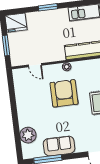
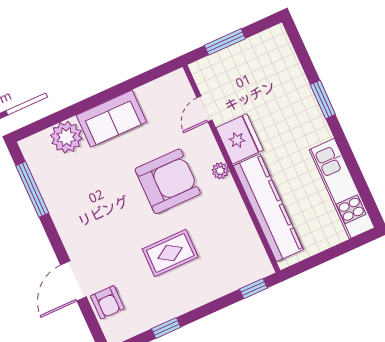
fridge: (16, 23) -> (240, 139), moved, turned 180
sofa: (59, 146) -> (111, 119), moved, turned 90

